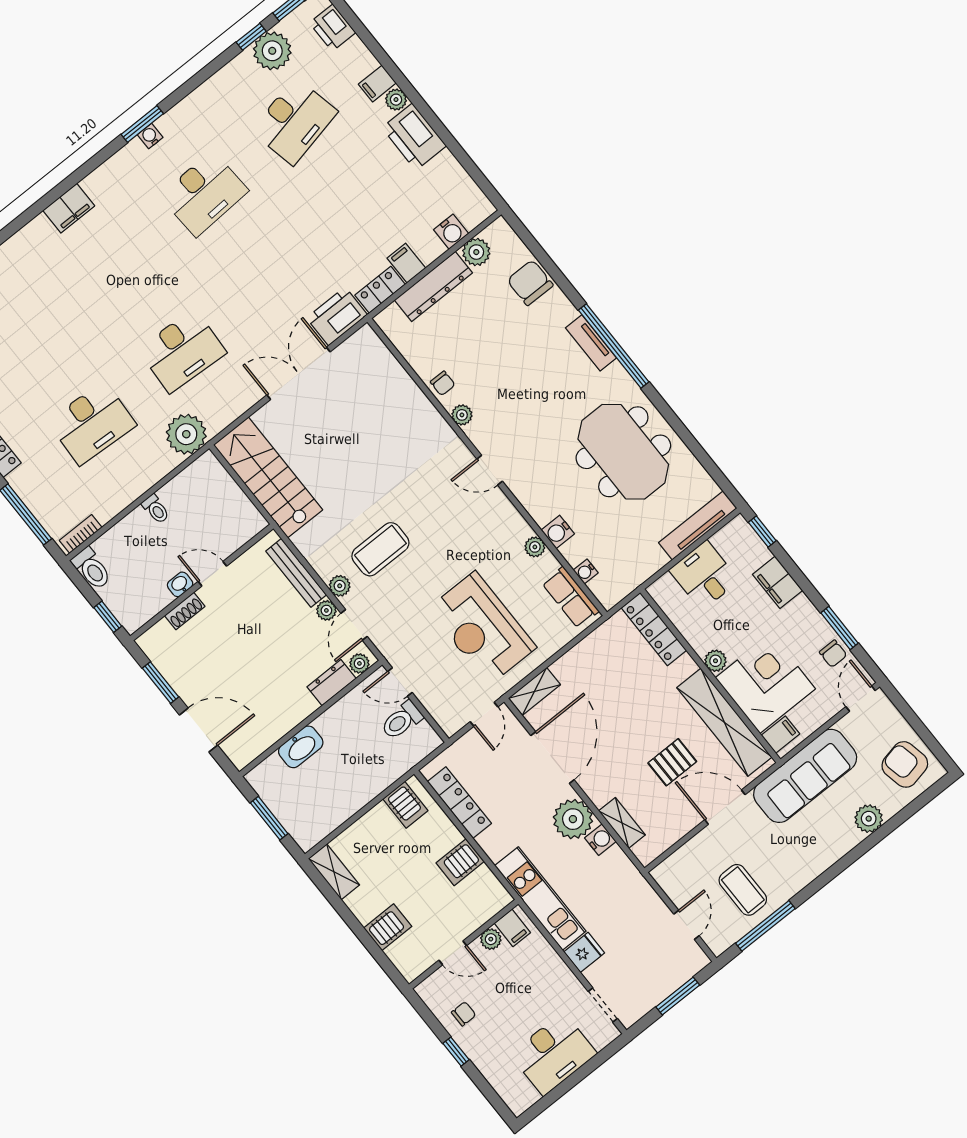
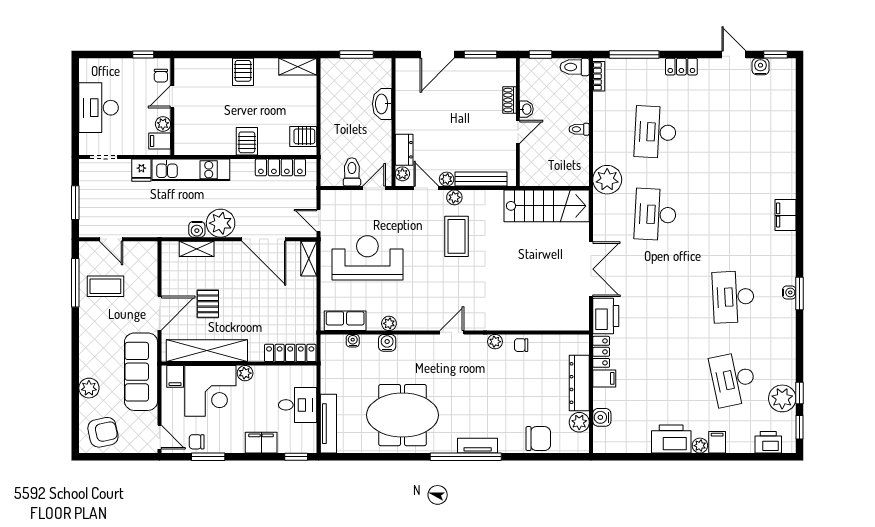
filing cabinet: (512, 928) -> (160, 141), moved
plant: (491, 939) -> (163, 124), moved
wall: (464, 944) -> (172, 107), moved
door: (453, 953) -> (172, 97), moved

